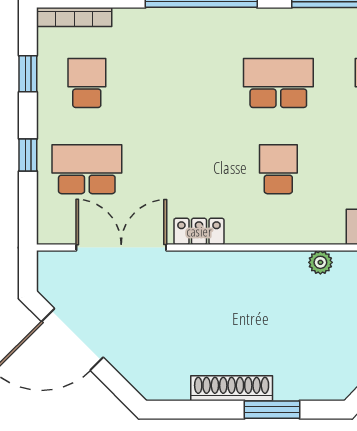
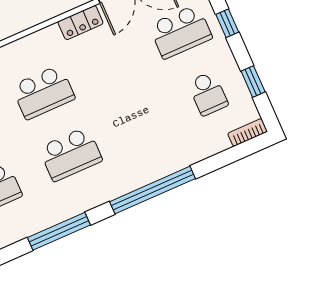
bookcase: (74, 17) -> (248, 132), width x0.64
school desk: (278, 169) -> (43, 92), width x1.85

